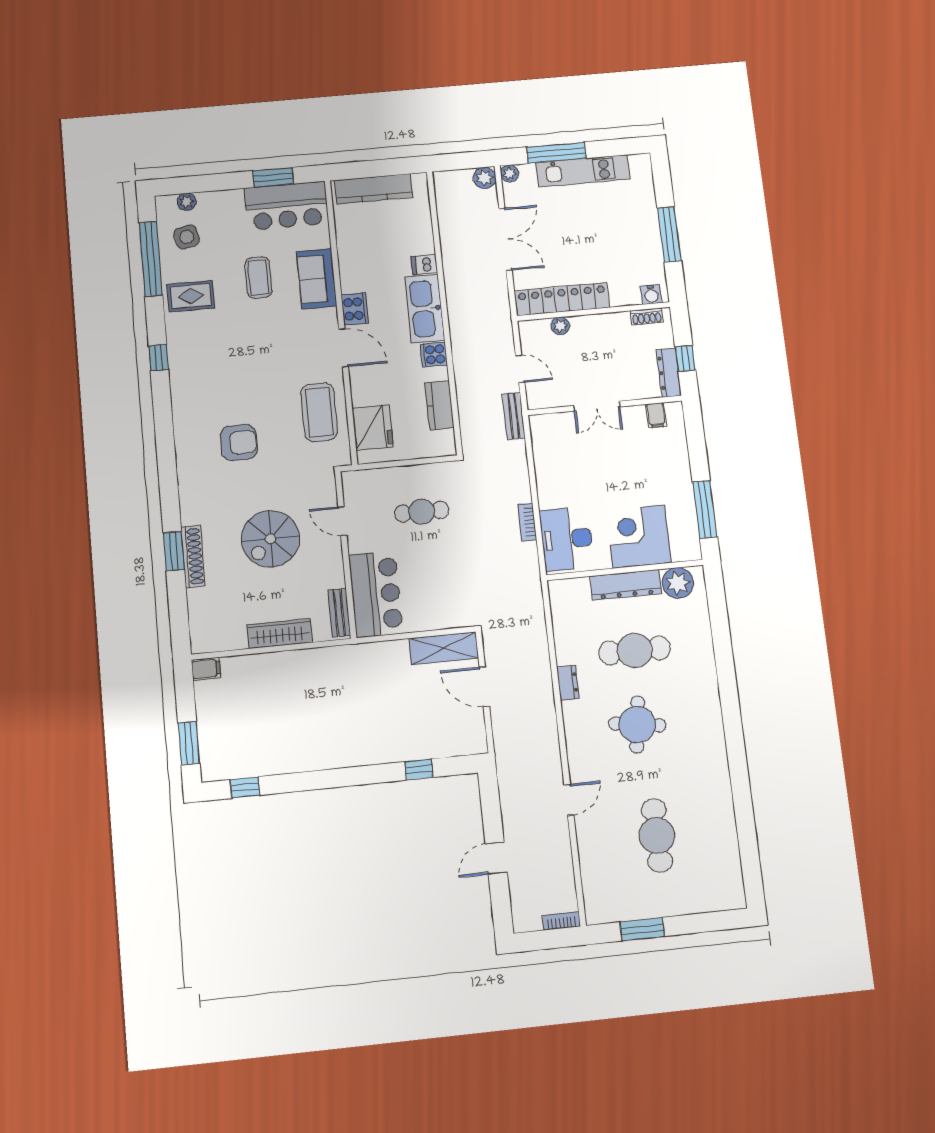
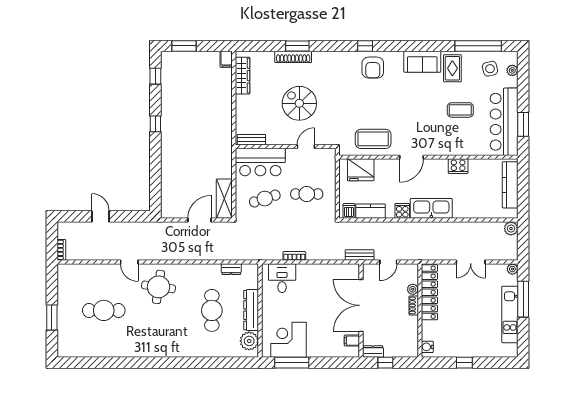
plant: (485, 178) -> (511, 229), moved
bar counter: (286, 206) -> (504, 122), width x1.36
window: (669, 234) -> (464, 363), width x0.46
double door: (505, 239) -> (471, 262), width x0.73
dishwasher: (424, 264) -> (349, 211), moved
sofa: (317, 279) -> (422, 62), moved, turned 180
cooker: (355, 309) -> (458, 166), moved
shoe rack: (647, 317) -> (414, 305), moved
window: (158, 358) -> (365, 46), moved
dresser: (669, 373) -> (373, 351), width x0.70
double door: (597, 406) -> (361, 305), width x1.87
armchair: (239, 443) -> (373, 68), moved
cafe table: (422, 512) -> (307, 194), turned 90
corner desk: (639, 537) -> (289, 340), moved, turned -90
desk: (567, 539) -> (282, 278), width x0.73
cafe table: (436, 580) -> (265, 199), added
wardrobe: (280, 634) -> (243, 76), moved
dresser: (568, 683) -> (231, 269), moved
round table: (637, 724) -> (158, 287), moved
window: (419, 770) -> (155, 124), moved
window: (642, 929) -> (52, 317), moved

